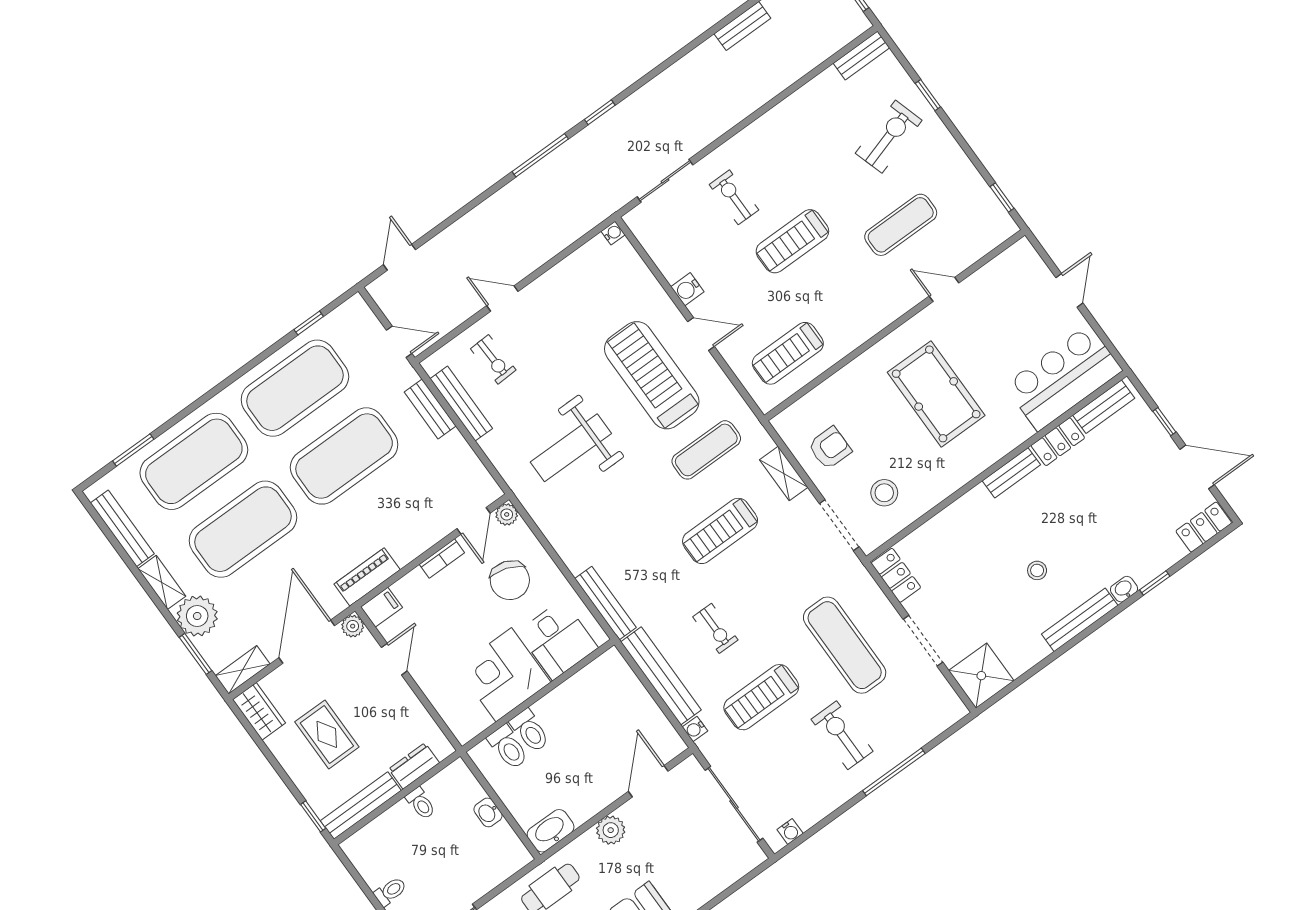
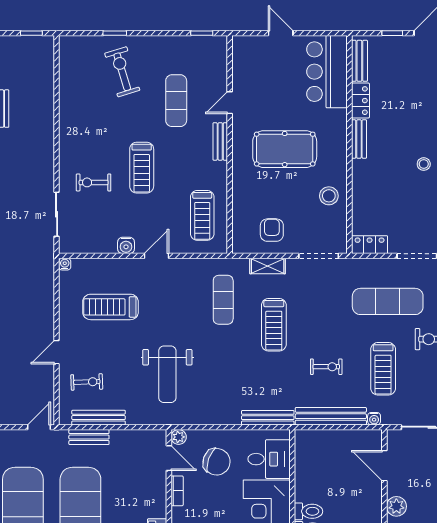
bench: (861, 55) -> (220, 141), moved
treadmill: (652, 375) -> (110, 307), moved, width x0.73, depth x0.73
stool: (884, 493) -> (329, 196), moved

